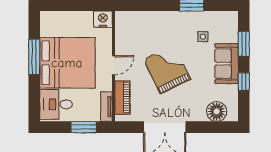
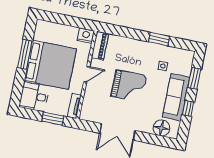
sofa: (227, 64) -> (176, 97), width x1.36
grand piano: (167, 69) -> (129, 86), turned 116
piano: (122, 97) -> (100, 46), moved

